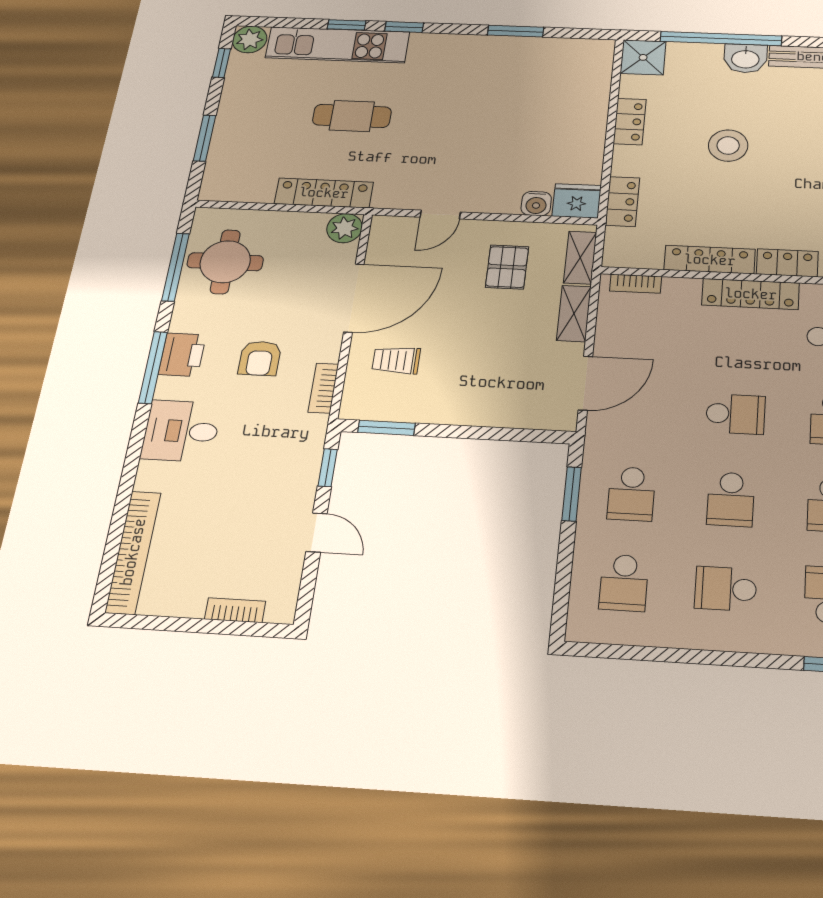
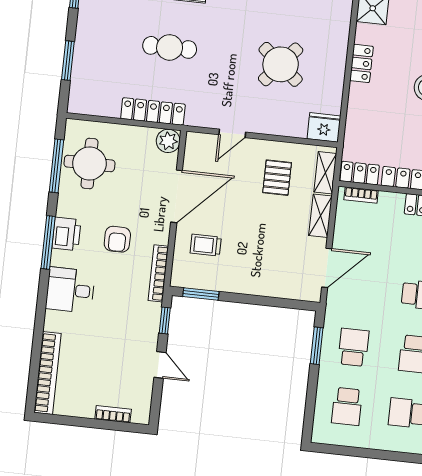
round table: (512, 128) -> (281, 64), added
locker: (622, 201) -> (360, 173), moved, turned -90
water cooler: (536, 204) -> (297, 128), removed
bookcase: (323, 388) -> (158, 273), width x1.56
school desk: (631, 494) -> (353, 347), turned 180

